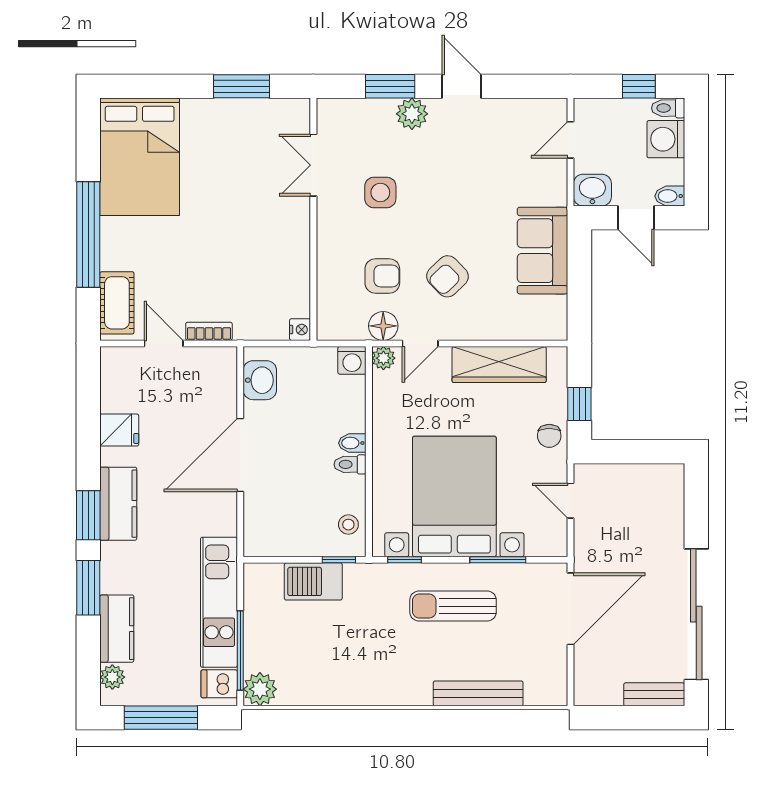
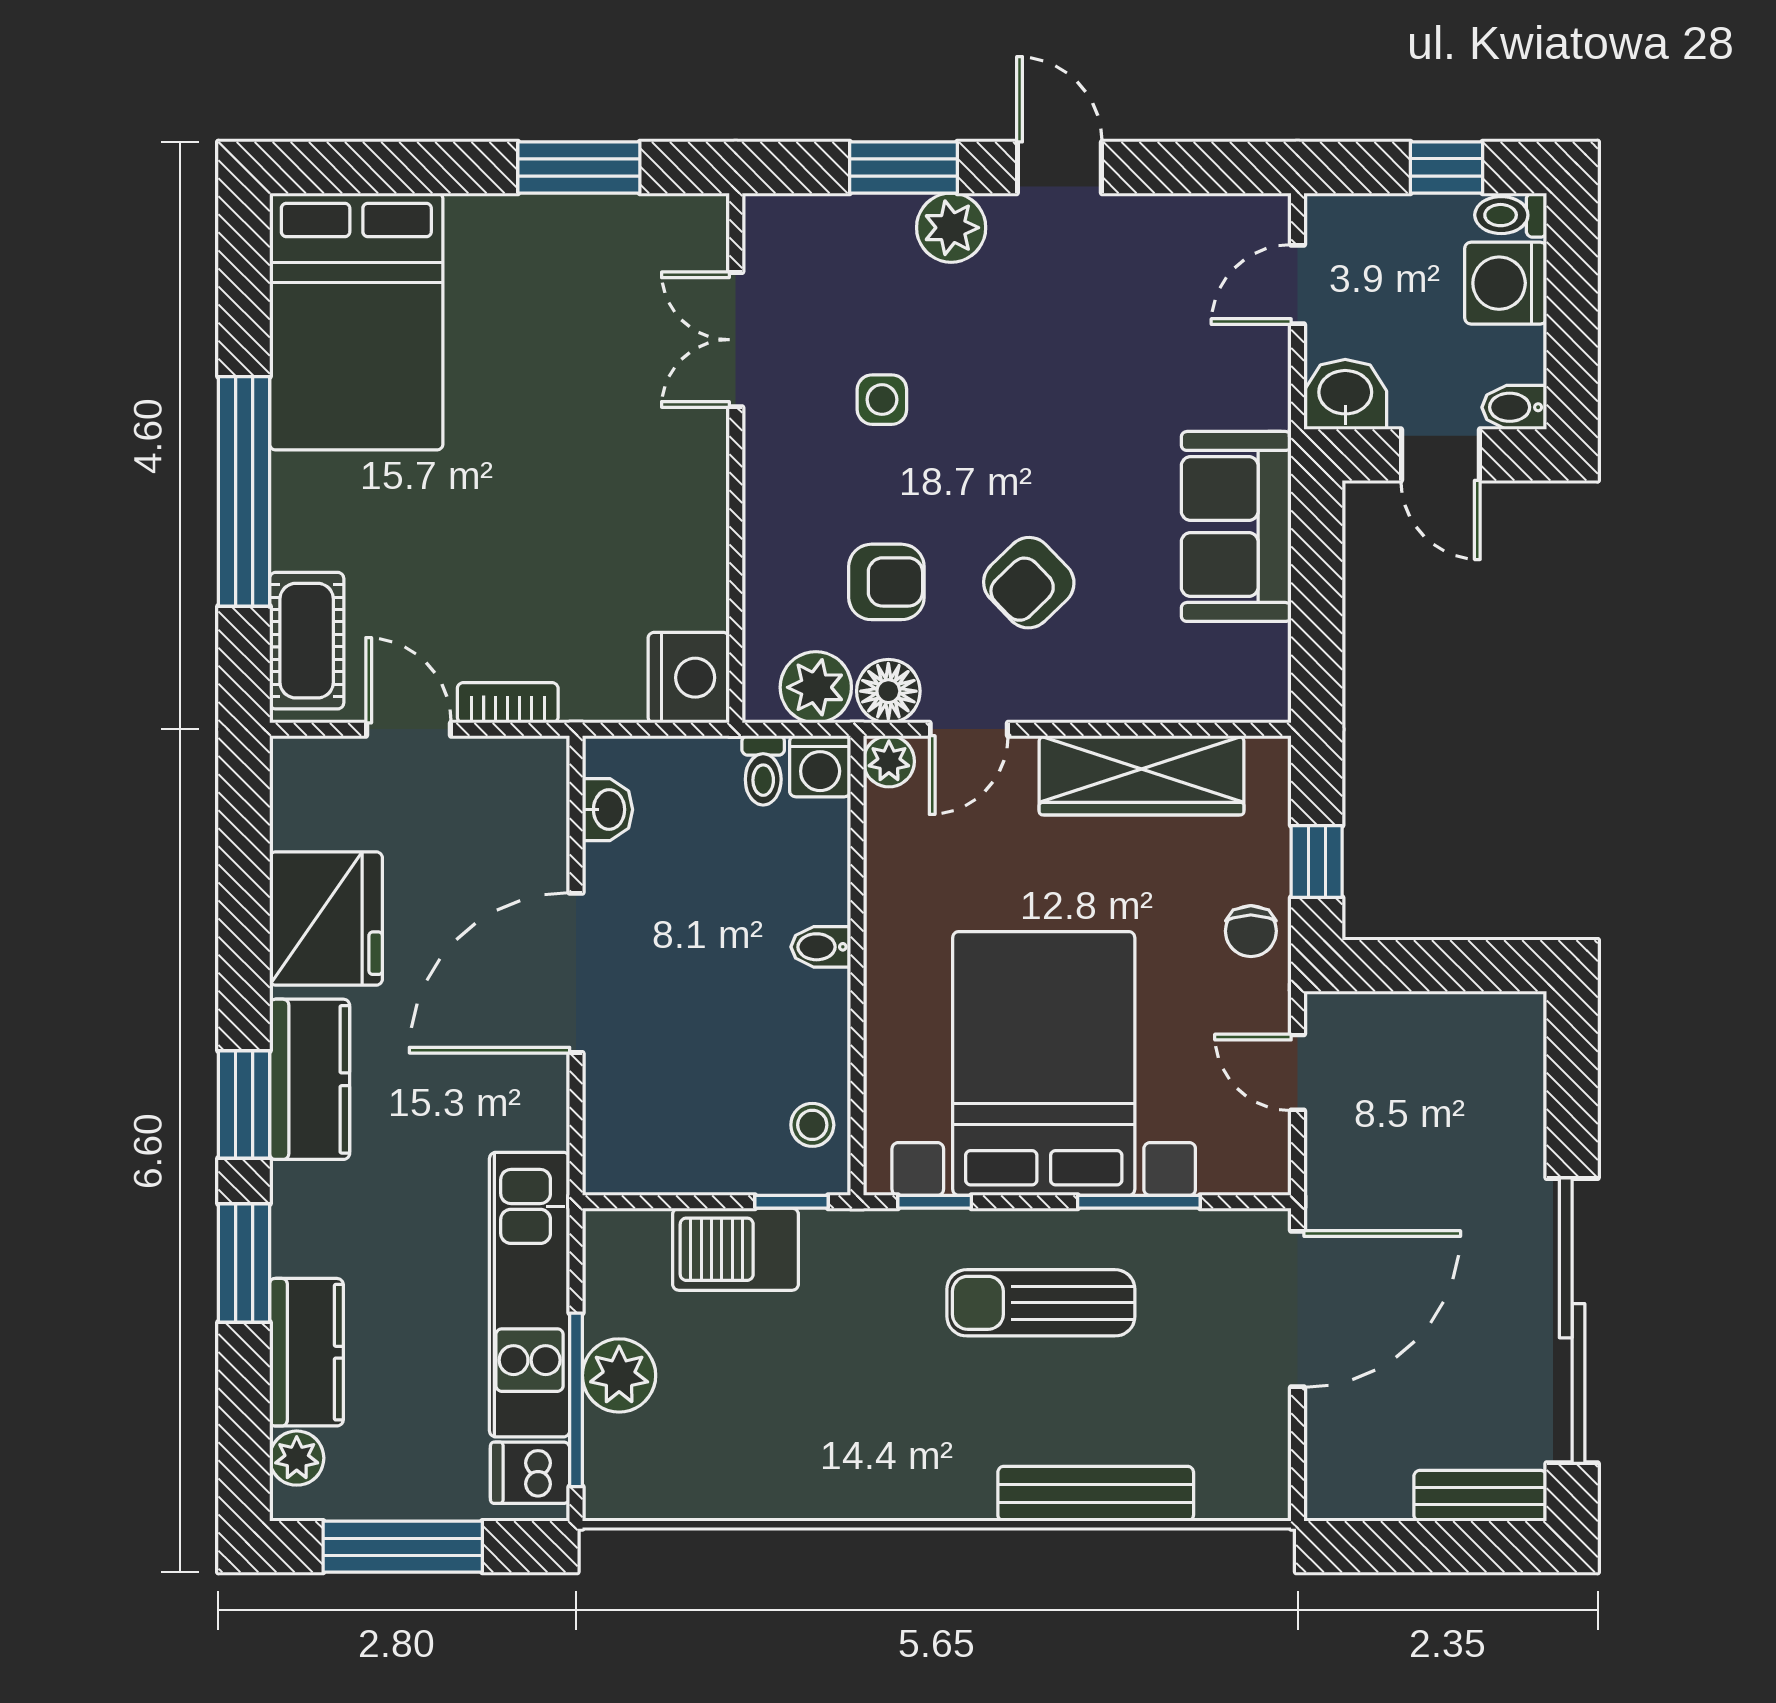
side table: (380, 192) -> (882, 400), width x0.73, depth x0.73
plant: (350, 324) -> (816, 687), added
nightstand: (300, 330) -> (689, 678), width x1.89, depth x1.79
washbasin: (260, 380) -> (608, 810), width x0.72, depth x0.69
fridge: (119, 430) -> (326, 919), width x1.88, depth x1.34
toilet: (350, 464) -> (763, 770), moved, turned -90
plant: (260, 689) -> (619, 1375), moved

